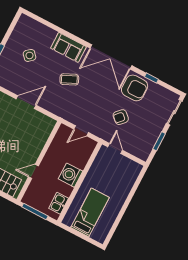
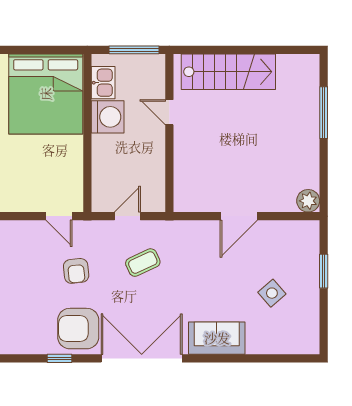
coffee table: (69, 79) -> (143, 263), moved
armchair: (121, 117) -> (76, 271), turned 131
door: (33, 171) -> (169, 112), swing flipped
washing machine: (71, 175) -> (108, 117), moved
bed: (90, 212) -> (46, 94), width x2.04

